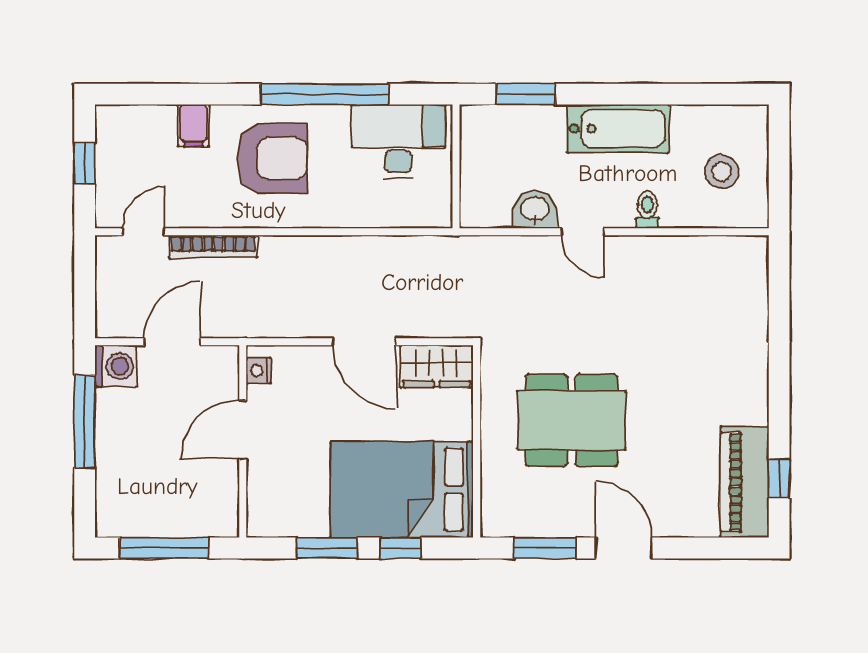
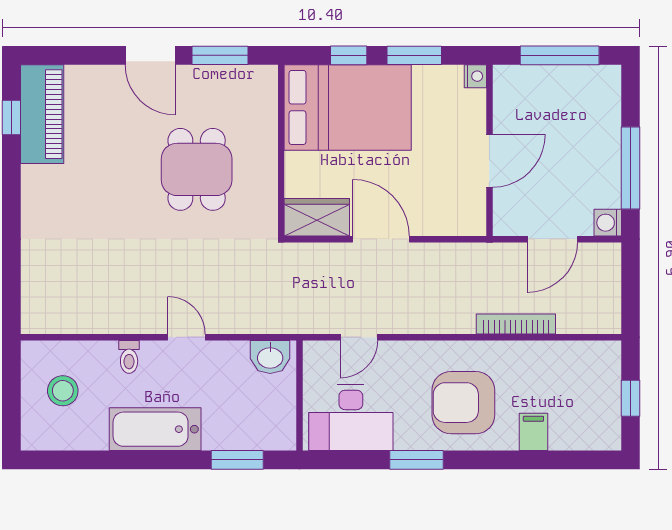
window: (325, 94) -> (416, 460), width x0.47
washbasin: (535, 210) -> (270, 357), moved
door: (143, 232) -> (359, 337), moved
washing machine: (116, 366) -> (608, 223), width x0.73, depth x0.73
nightstand: (259, 371) -> (475, 76), moved
dining table: (571, 420) -> (197, 169), width x0.73

